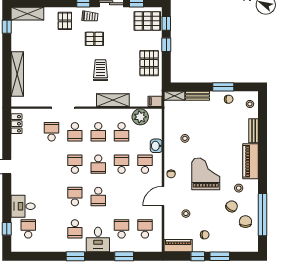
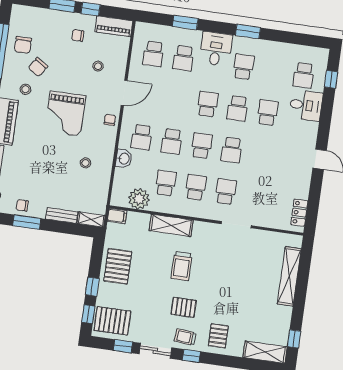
school desk: (52, 132) -> (268, 113), moved, turned 180

